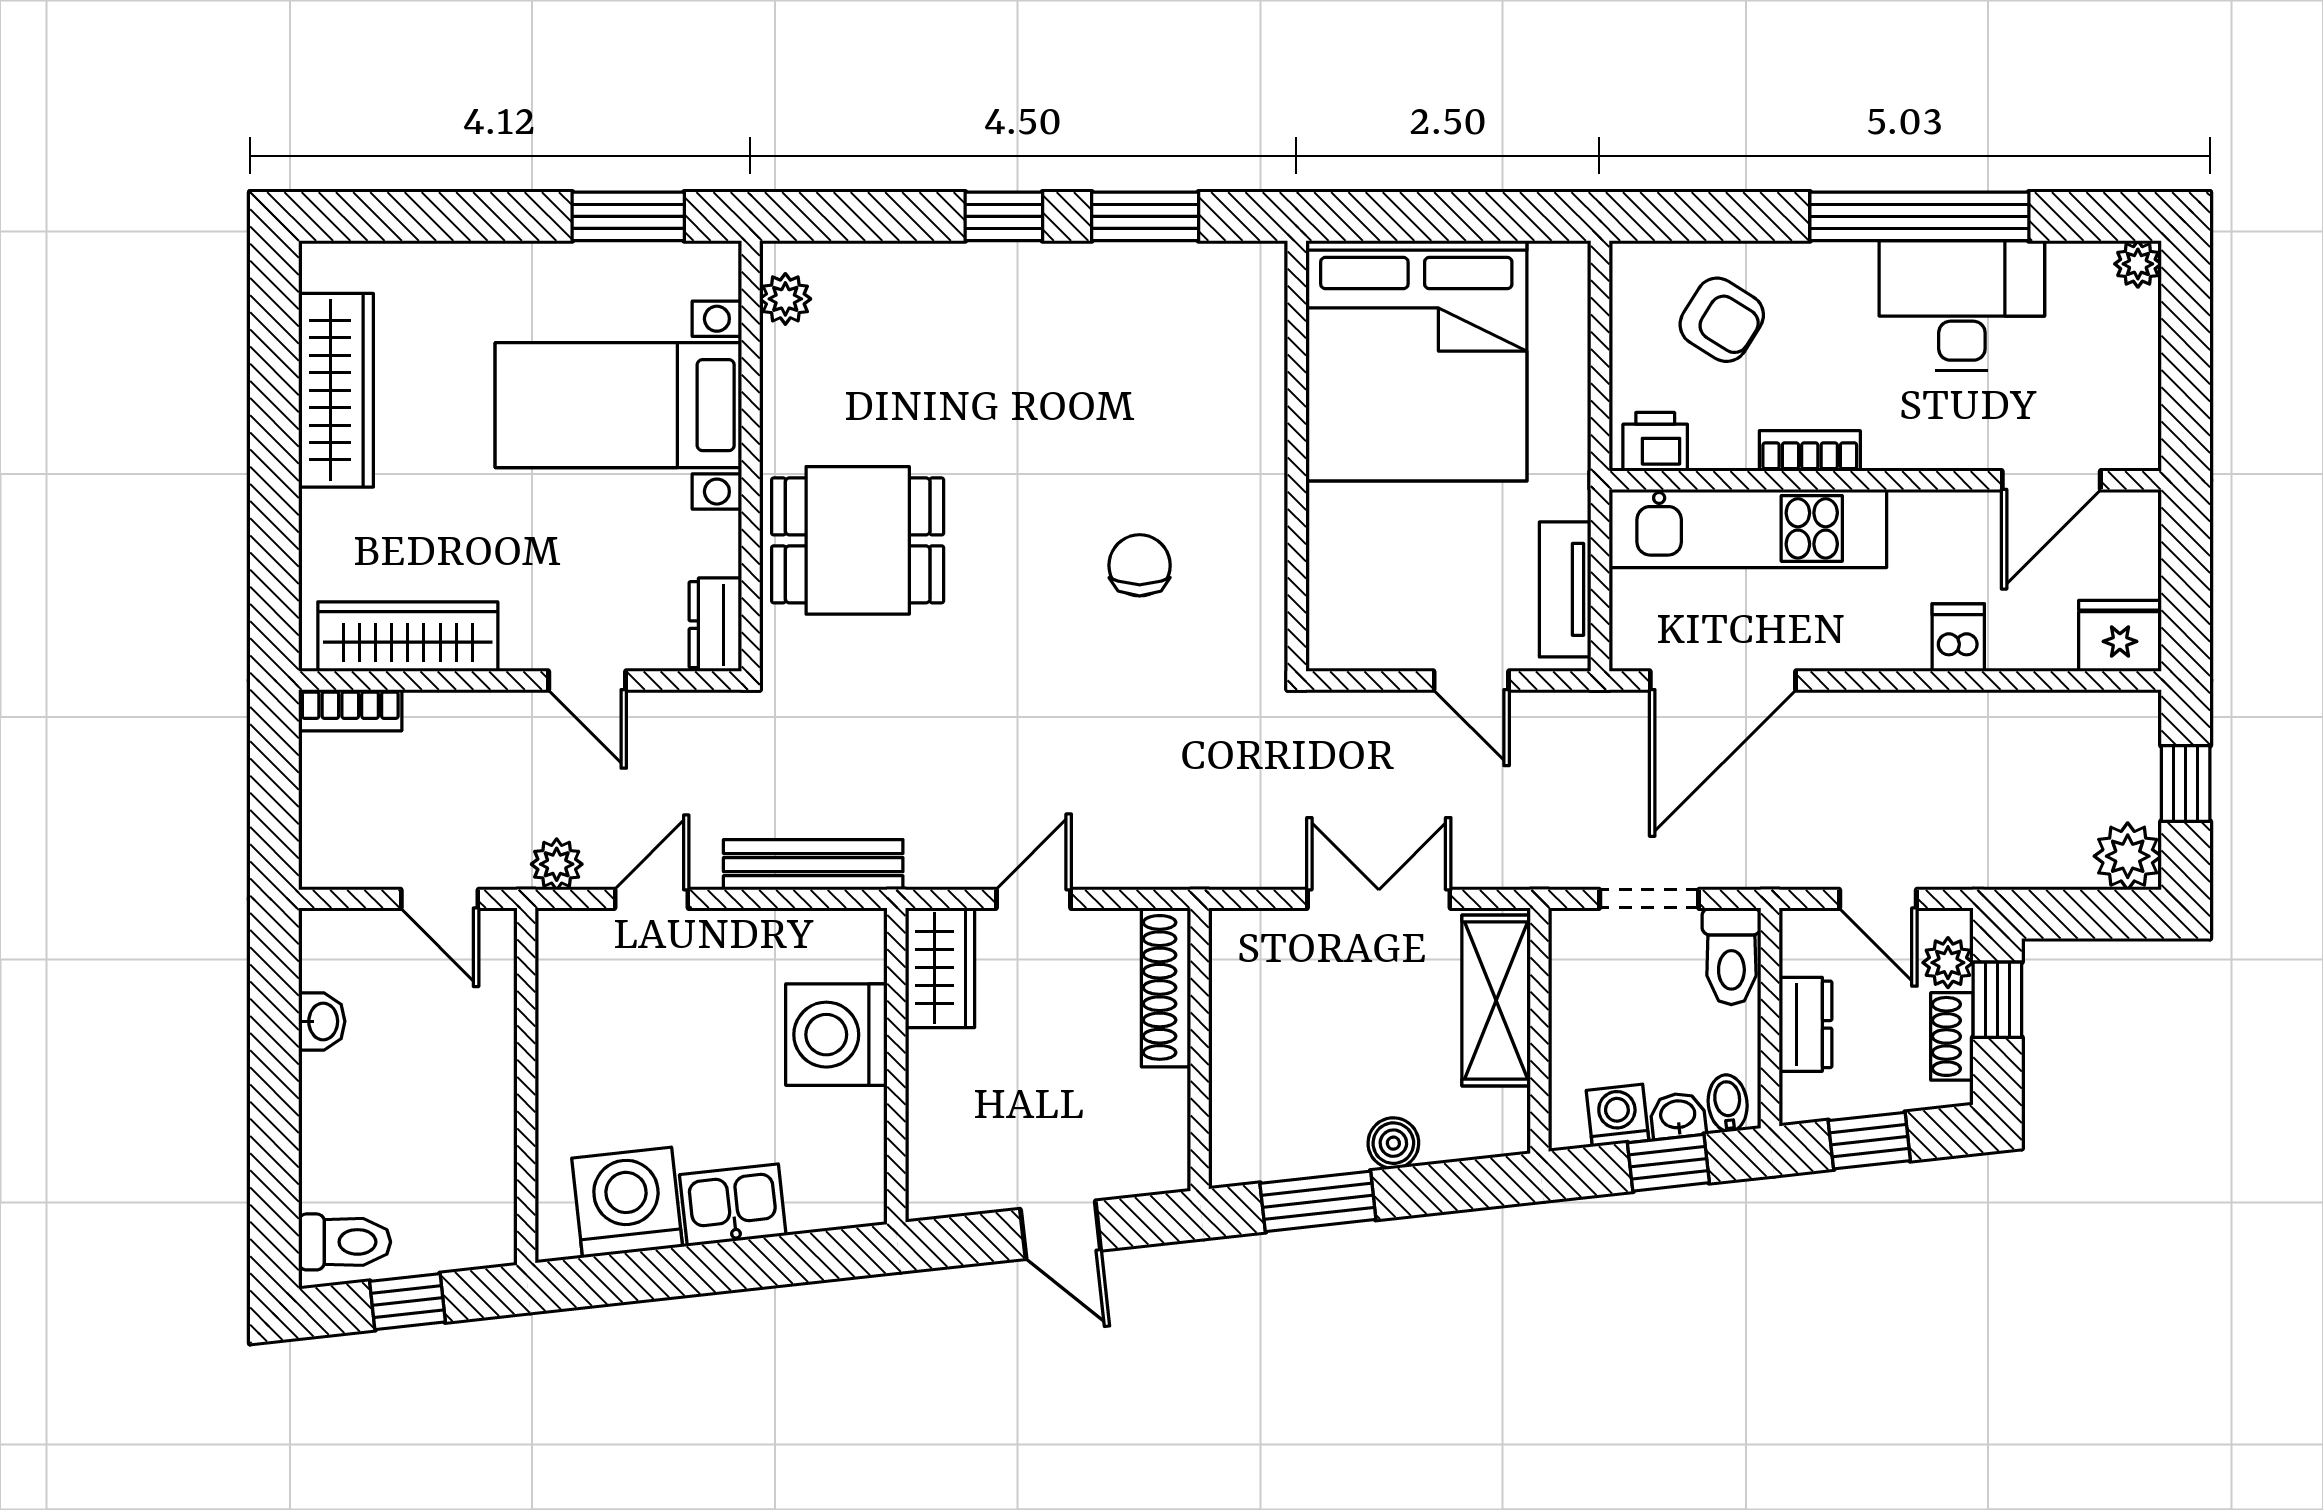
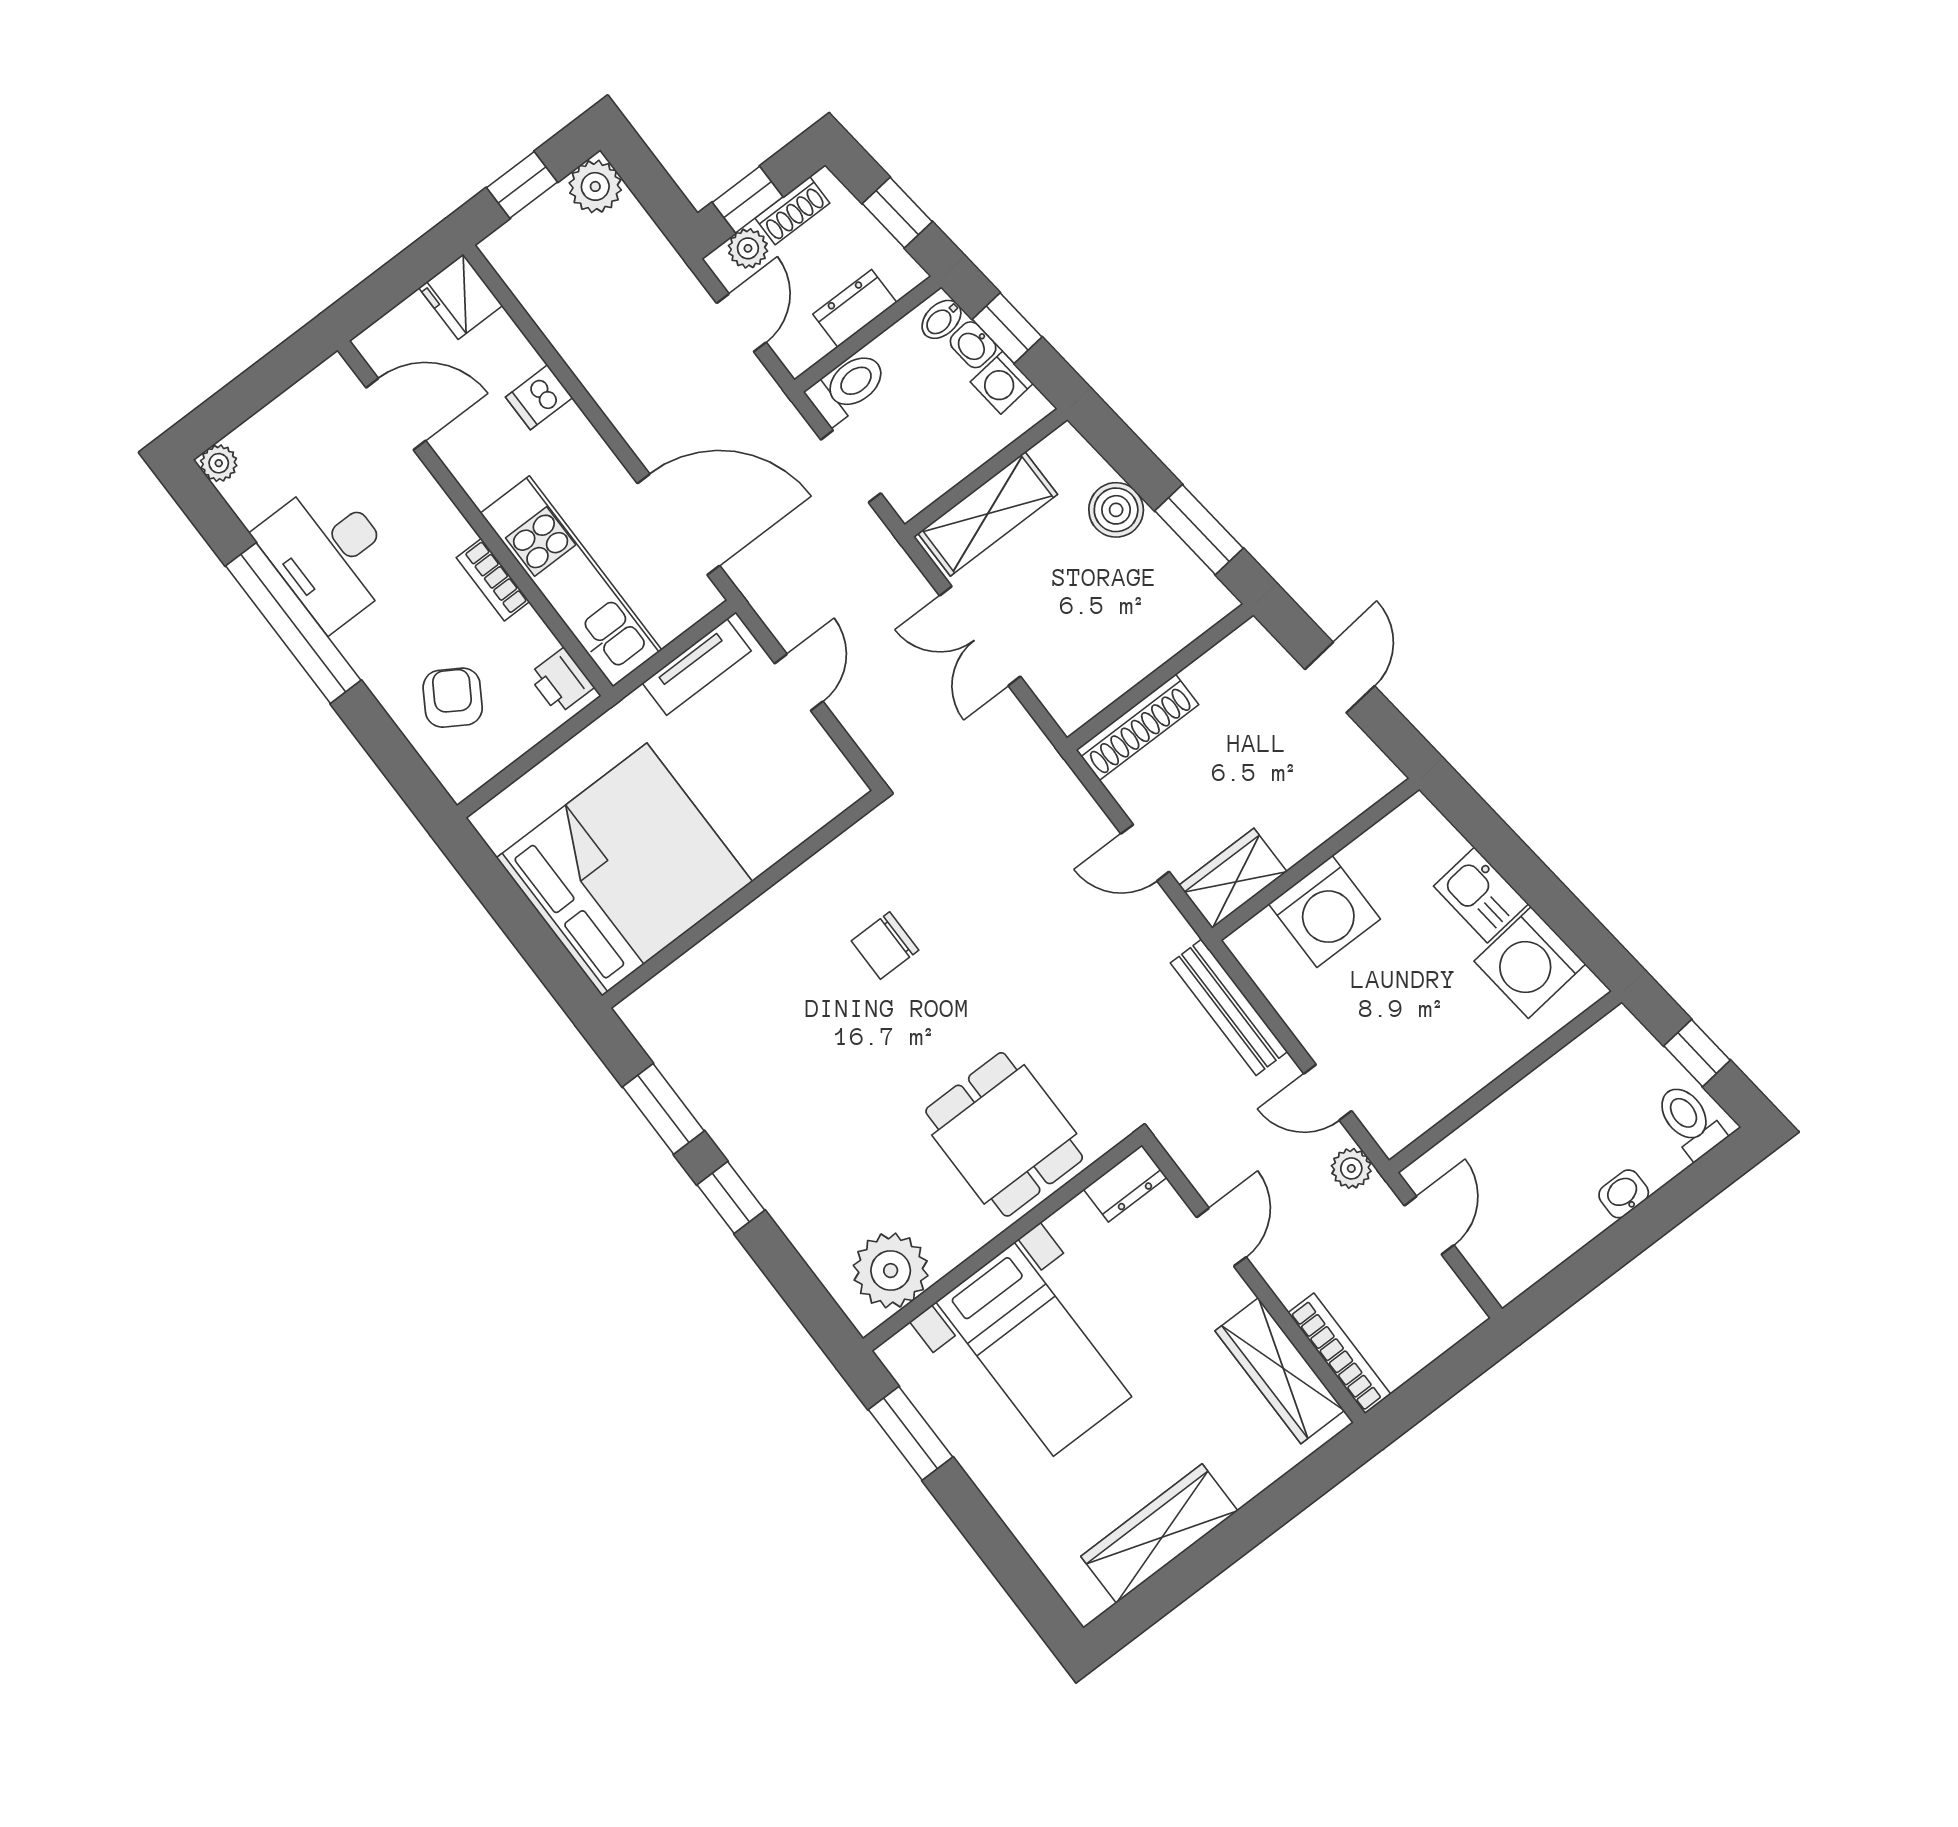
plant: (785, 299) -> (891, 1271), width x1.88, depth x1.88
bookcase: (350, 710) -> (1339, 1353), width x1.56
washbasin: (322, 1021) -> (1624, 1194), moved
boiler: (1393, 1143) -> (1116, 510), width x1.36, depth x1.36

